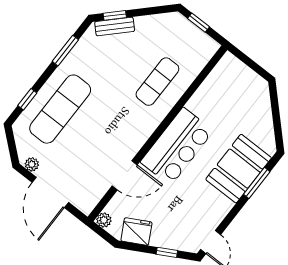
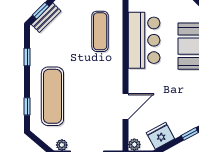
window: (65, 51) -> (27, 57), width x0.67
bar counter: (177, 146) -> (144, 40), moved

